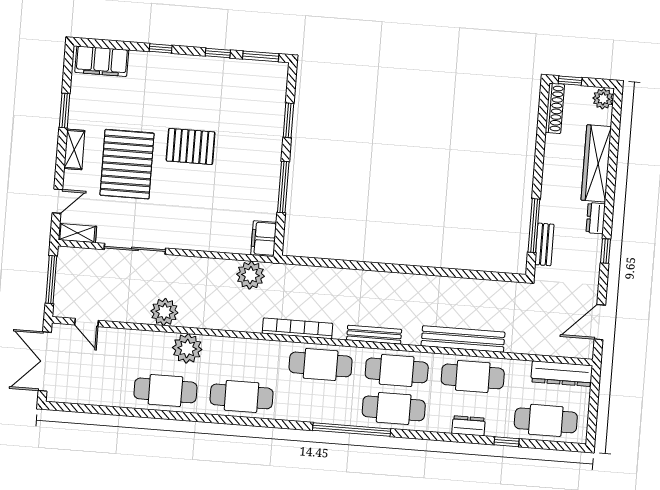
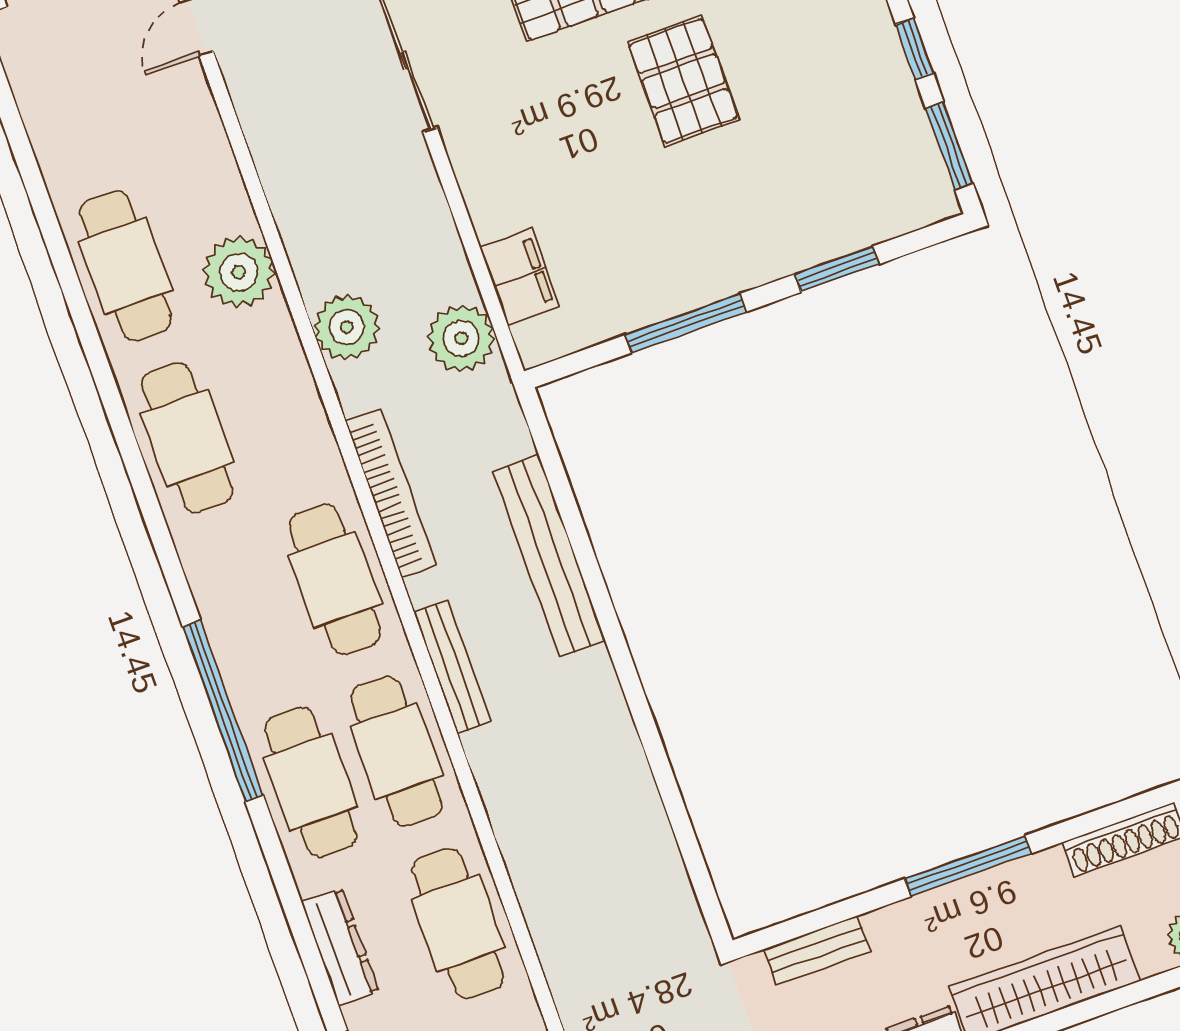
window: (534, 226) -> (968, 866), moved
filing cabinet: (264, 239) -> (520, 277), moved, turned 90
plant: (164, 312) -> (347, 327), moved
bench: (463, 339) -> (549, 556), moved
dresser: (468, 426) -> (340, 947), width x1.44

